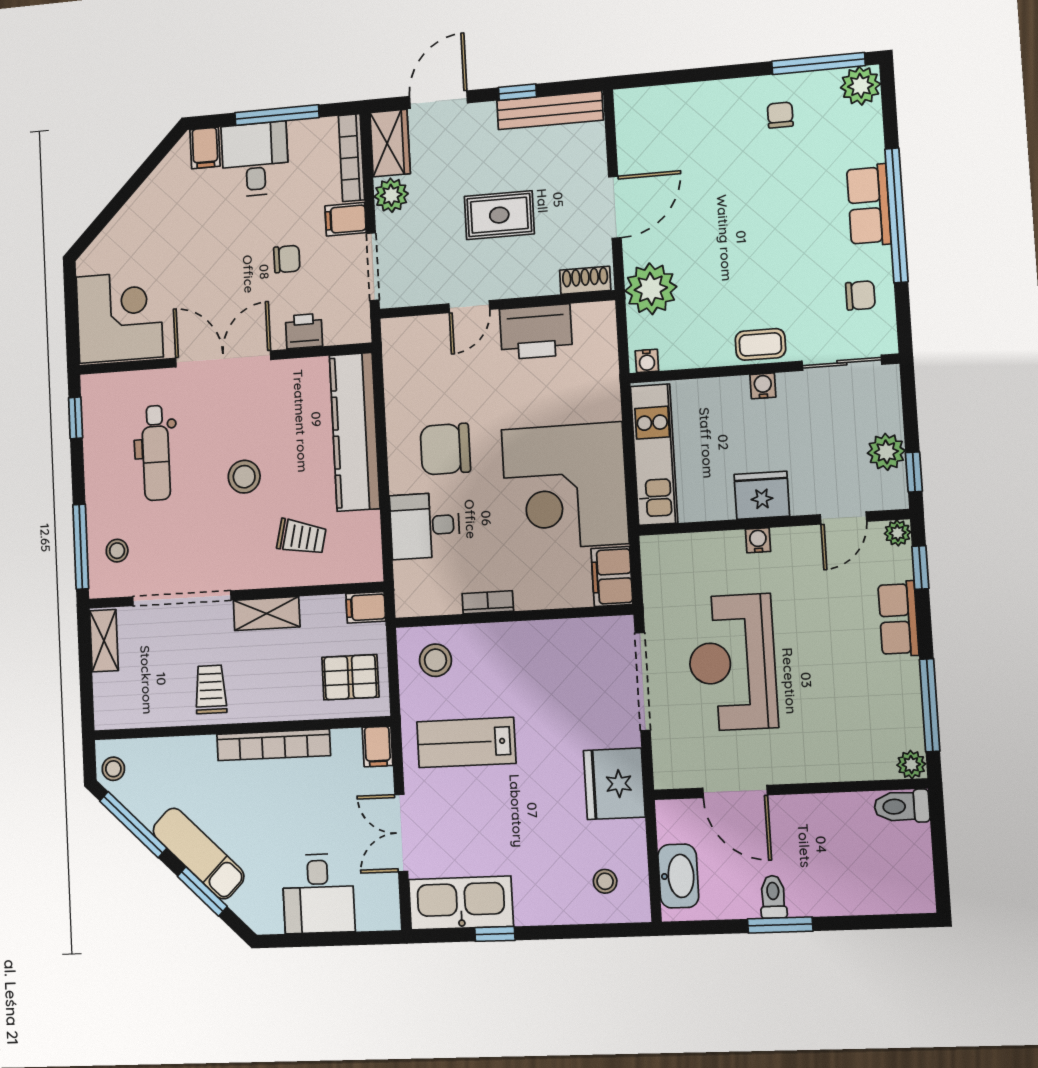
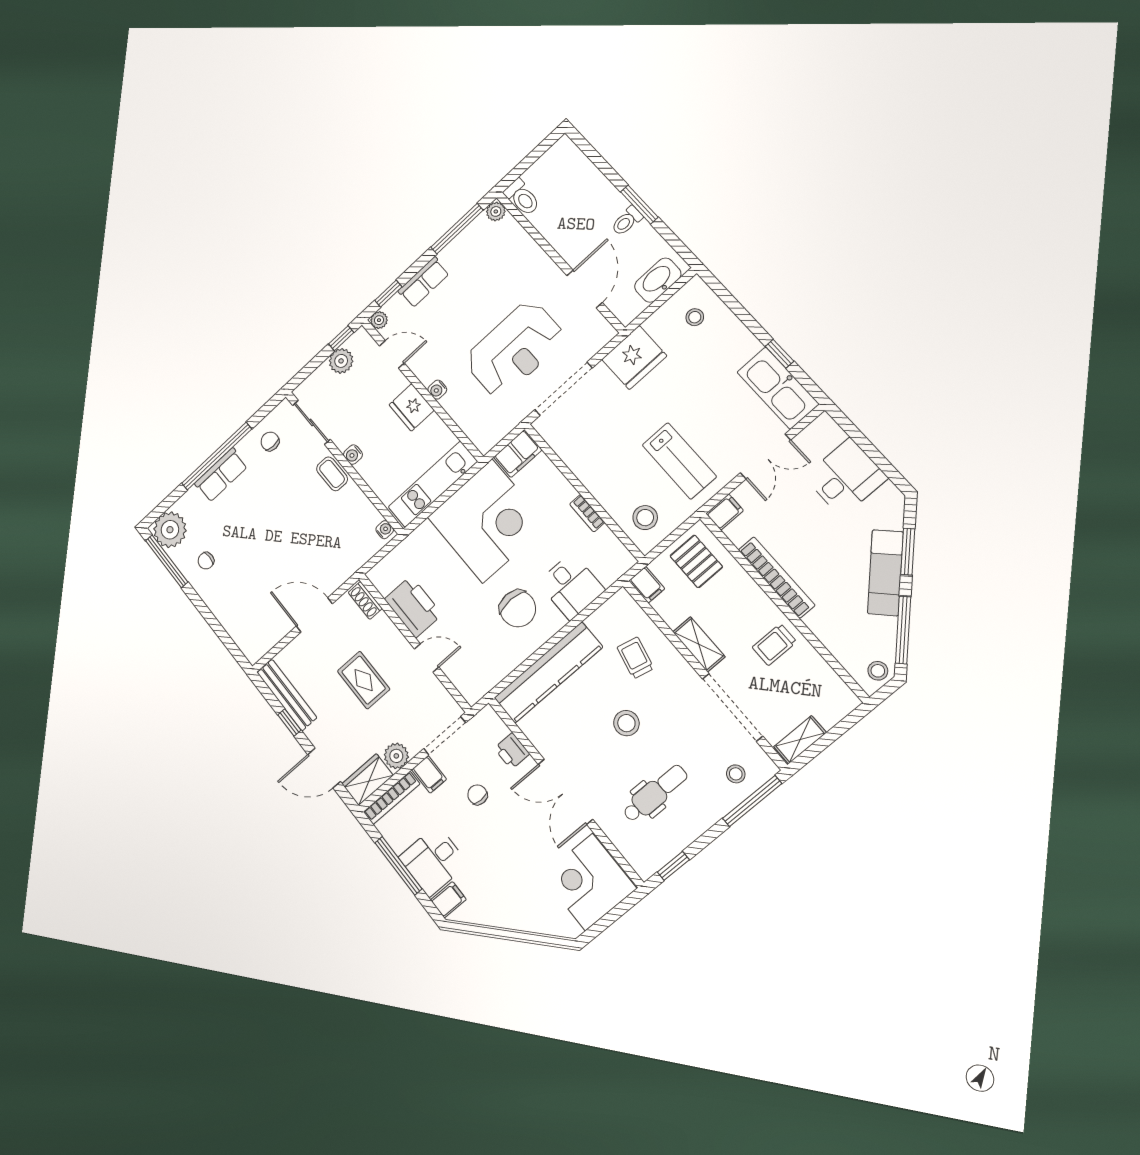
plant: (860, 86) -> (170, 530), width x1.36, depth x1.36
plant: (651, 289) -> (344, 559), removed

